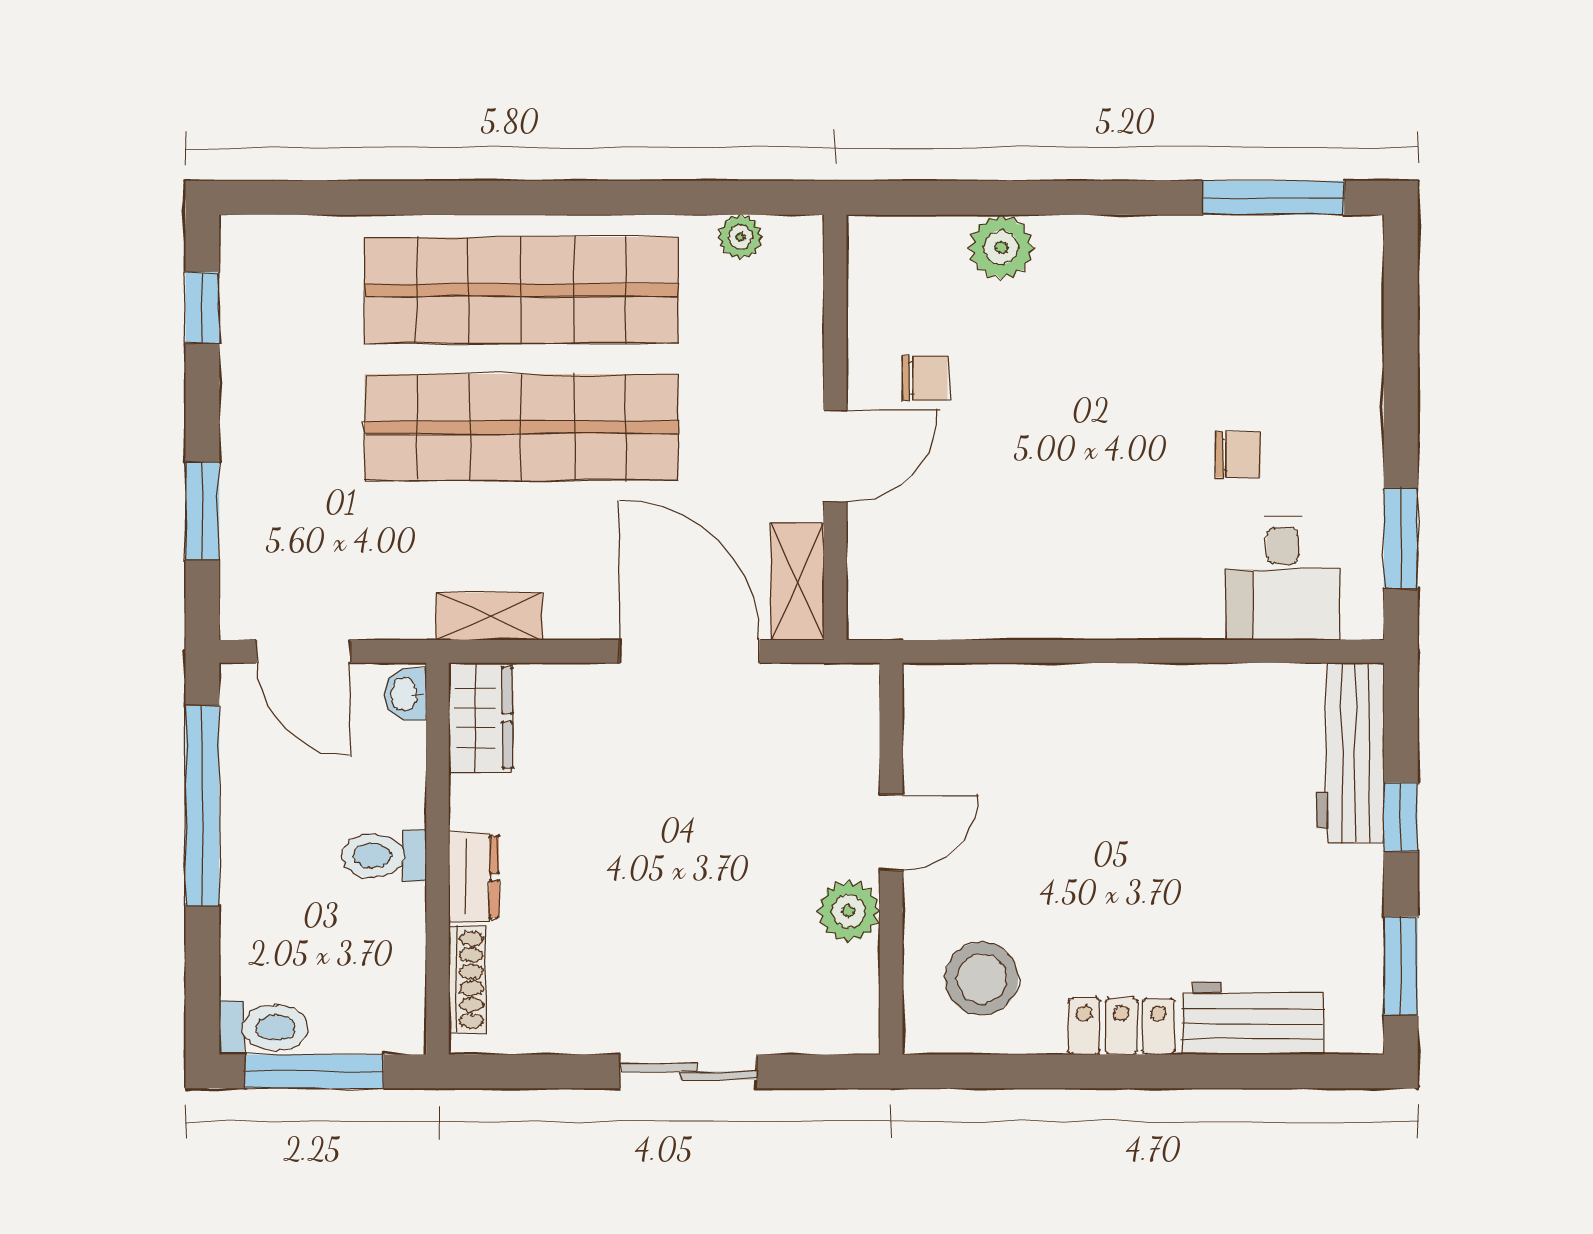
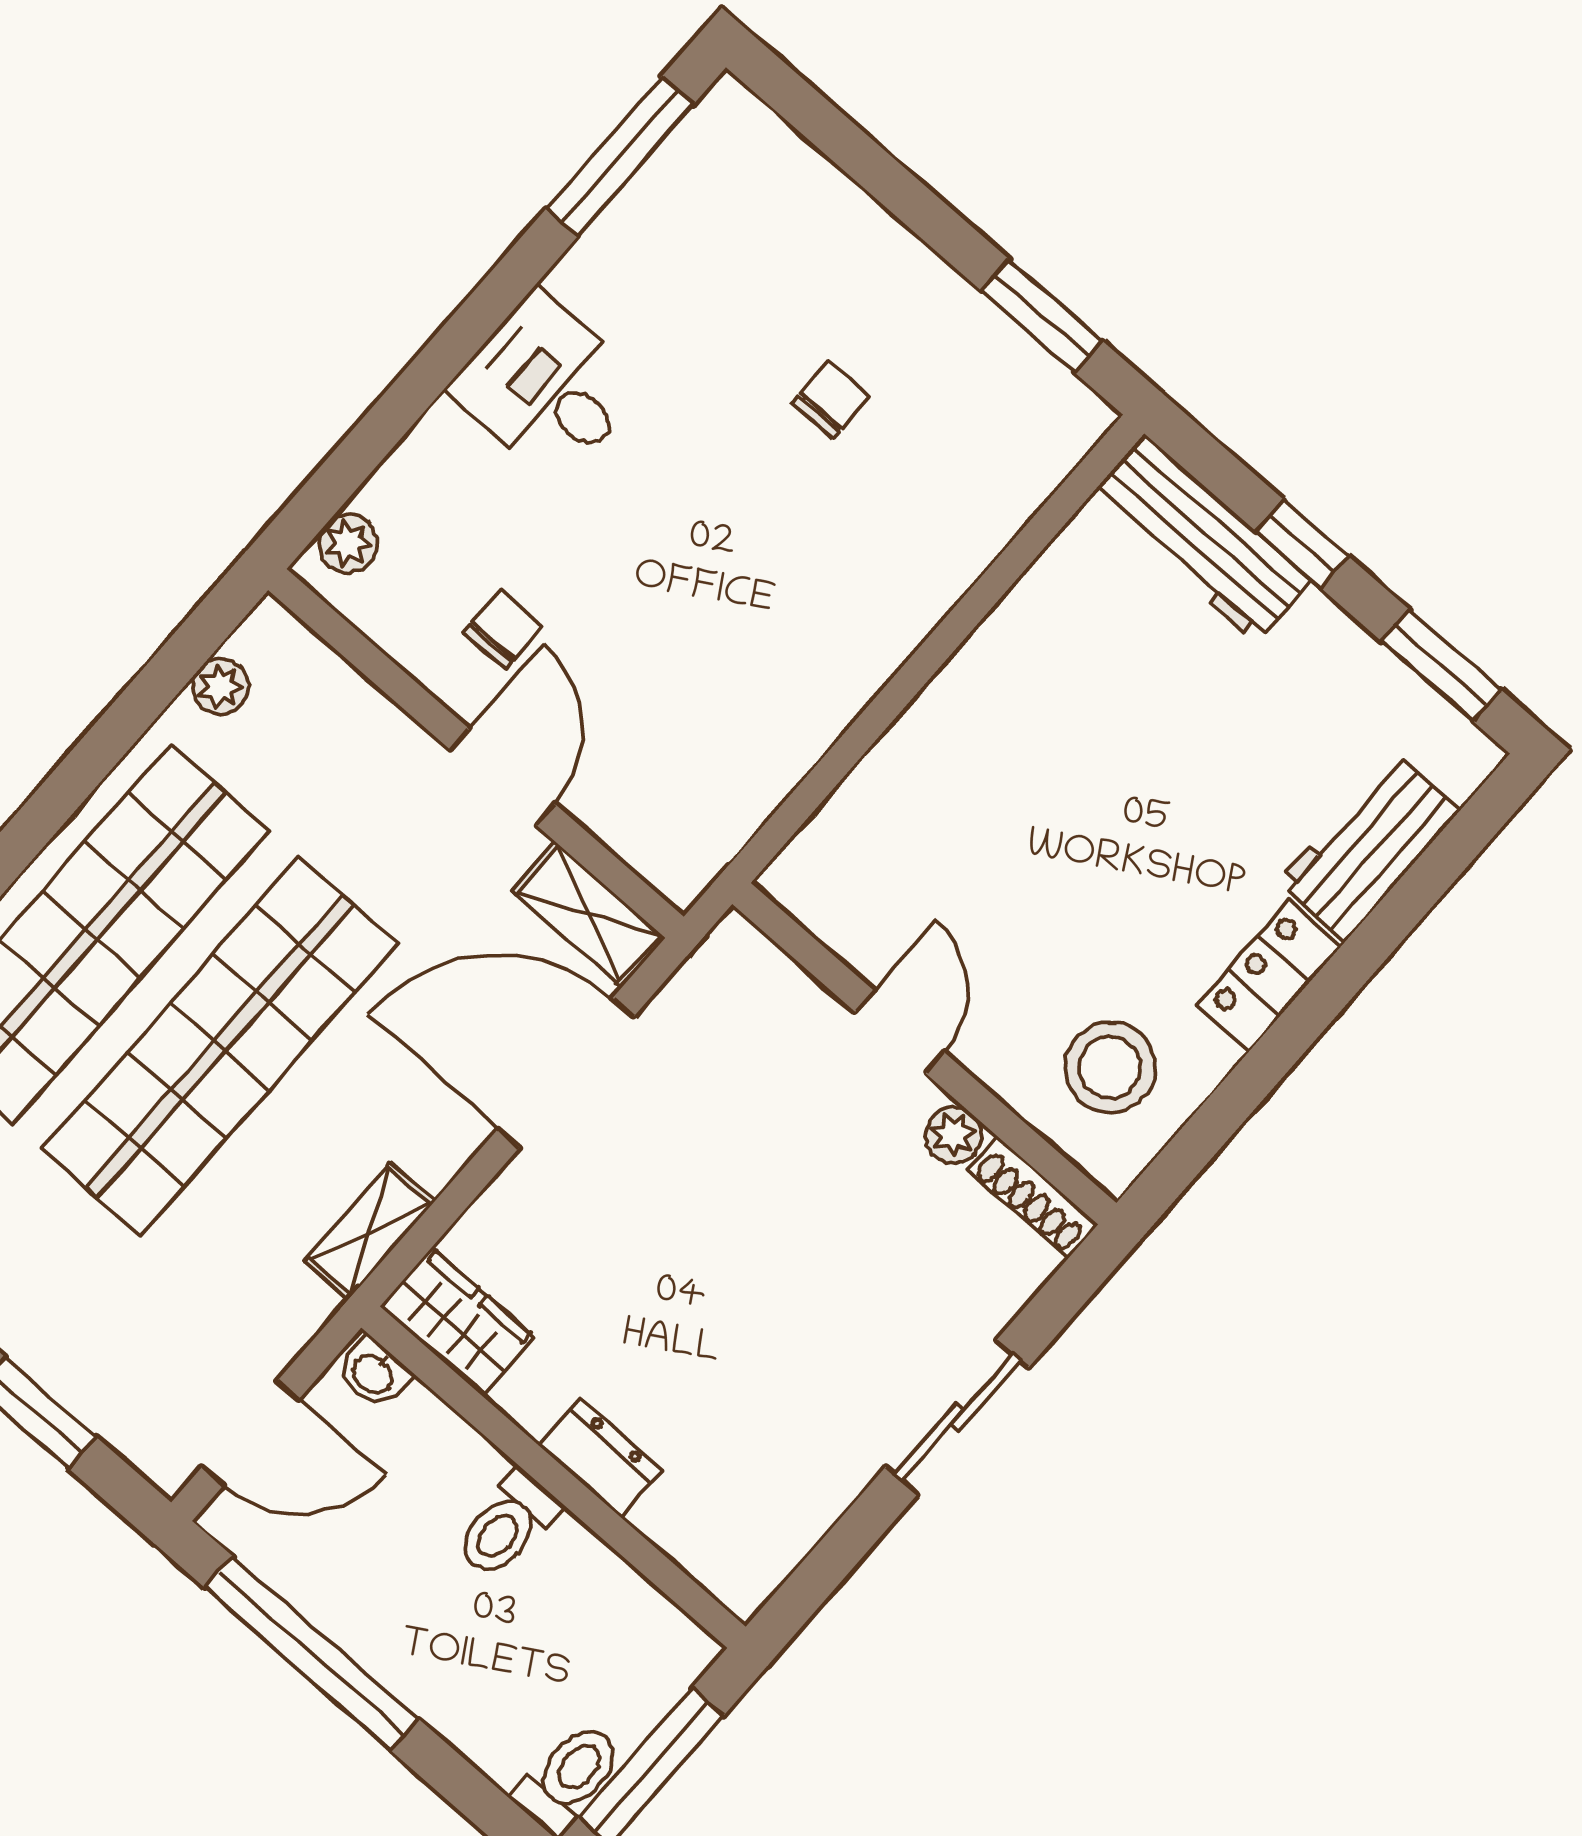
plant: (1001, 247) -> (348, 544), moved, width x0.73, depth x0.73
desk: (1283, 579) -> (547, 387), moved, turned 180
plant: (849, 911) -> (954, 1135), width x0.73, depth x0.73
shoe rack: (467, 980) -> (1033, 1197), moved, turned 180

